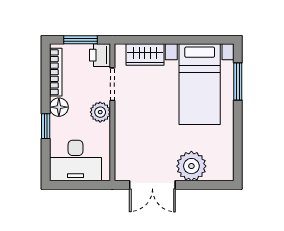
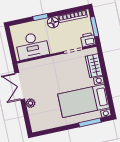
plant: (100, 112) -> (55, 47), removed
desk: (76, 161) -> (32, 46), moved, turned -90
plant: (191, 166) -> (30, 103), width x0.53, depth x0.53

